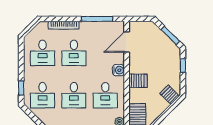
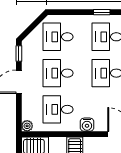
window: (21, 88) -> (102, 12), moved

